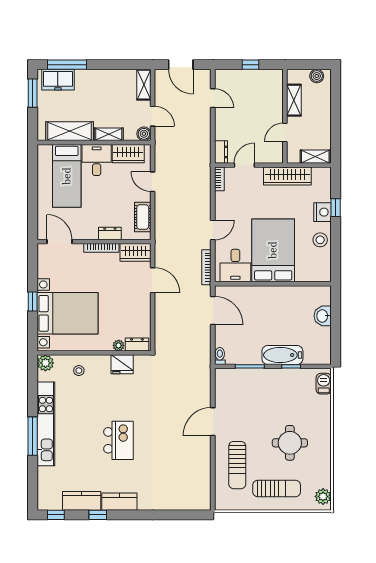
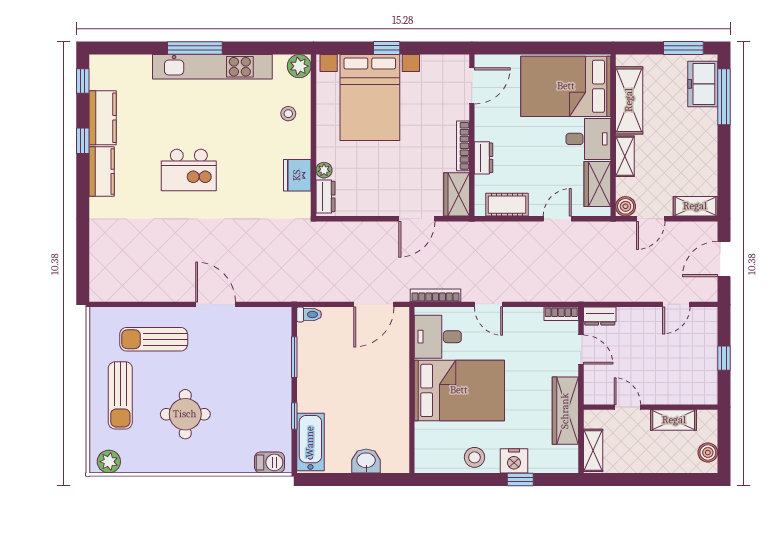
bed: (67, 176) -> (566, 86), width x1.50
bathtub: (282, 355) -> (310, 442), moved

